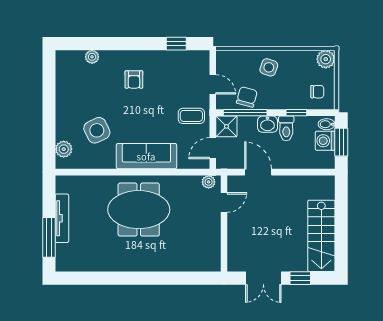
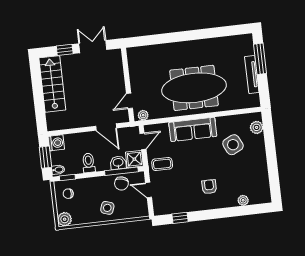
window: (296, 113) -> (67, 177), moved
washbasin: (268, 124) -> (118, 163), moved
washing machine: (325, 141) -> (56, 143), moved
meeting table: (139, 210) -> (194, 88), width x1.36

